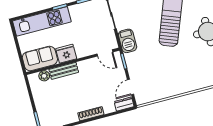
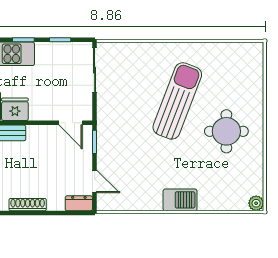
barbecue: (127, 41) -> (180, 200), moved, turned -90
door: (131, 87) -> (95, 182), swing flipped

